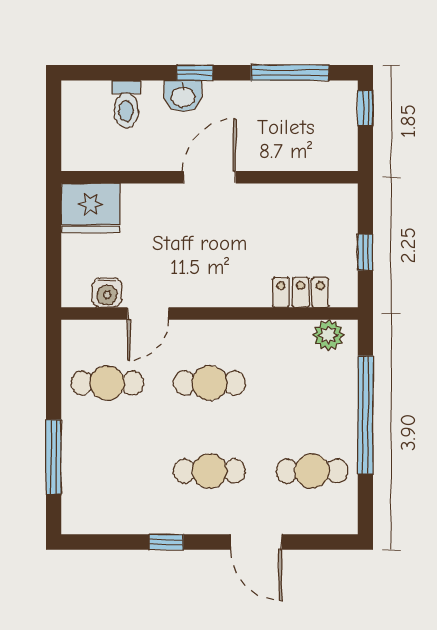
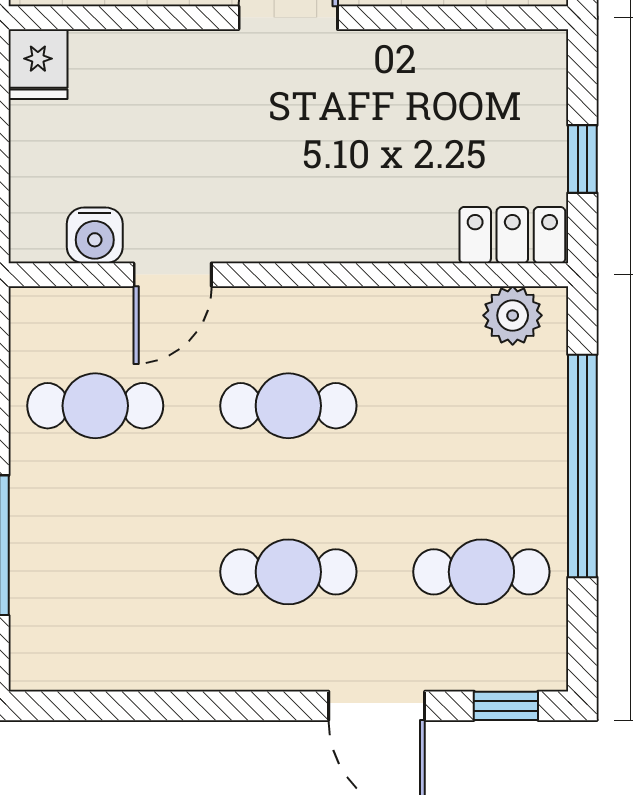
fridge: (91, 208) -> (38, 64), width x0.53, depth x0.75
locker: (301, 292) -> (512, 235), moved
window: (166, 542) -> (506, 706), moved

